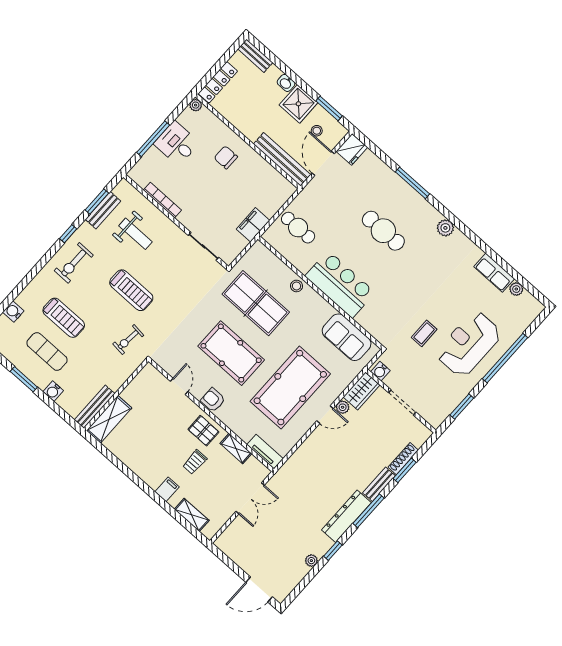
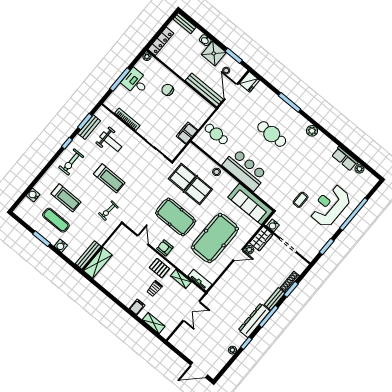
sofa: (347, 337) -> (250, 204), width x1.36

